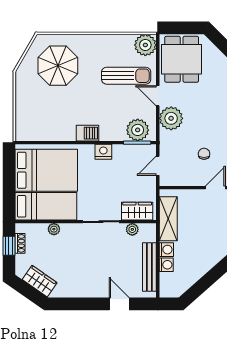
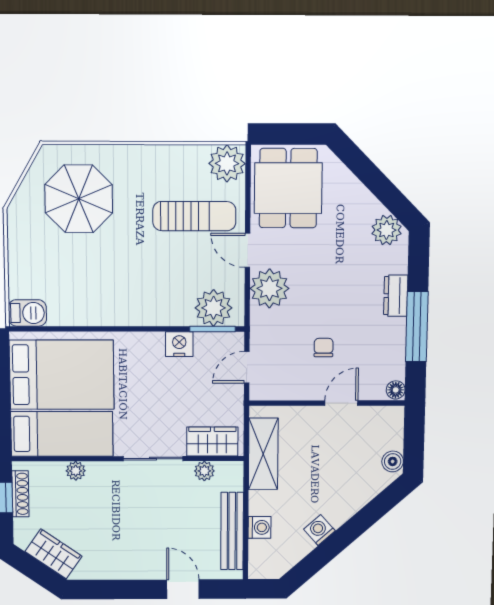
barbecue: (87, 133) -> (27, 313), moved
nightstand: (103, 152) -> (179, 344), moved
shoe rack: (20, 243) -> (20, 494), width x1.43
washing machine: (166, 250) -> (319, 530), moved, turned -131

